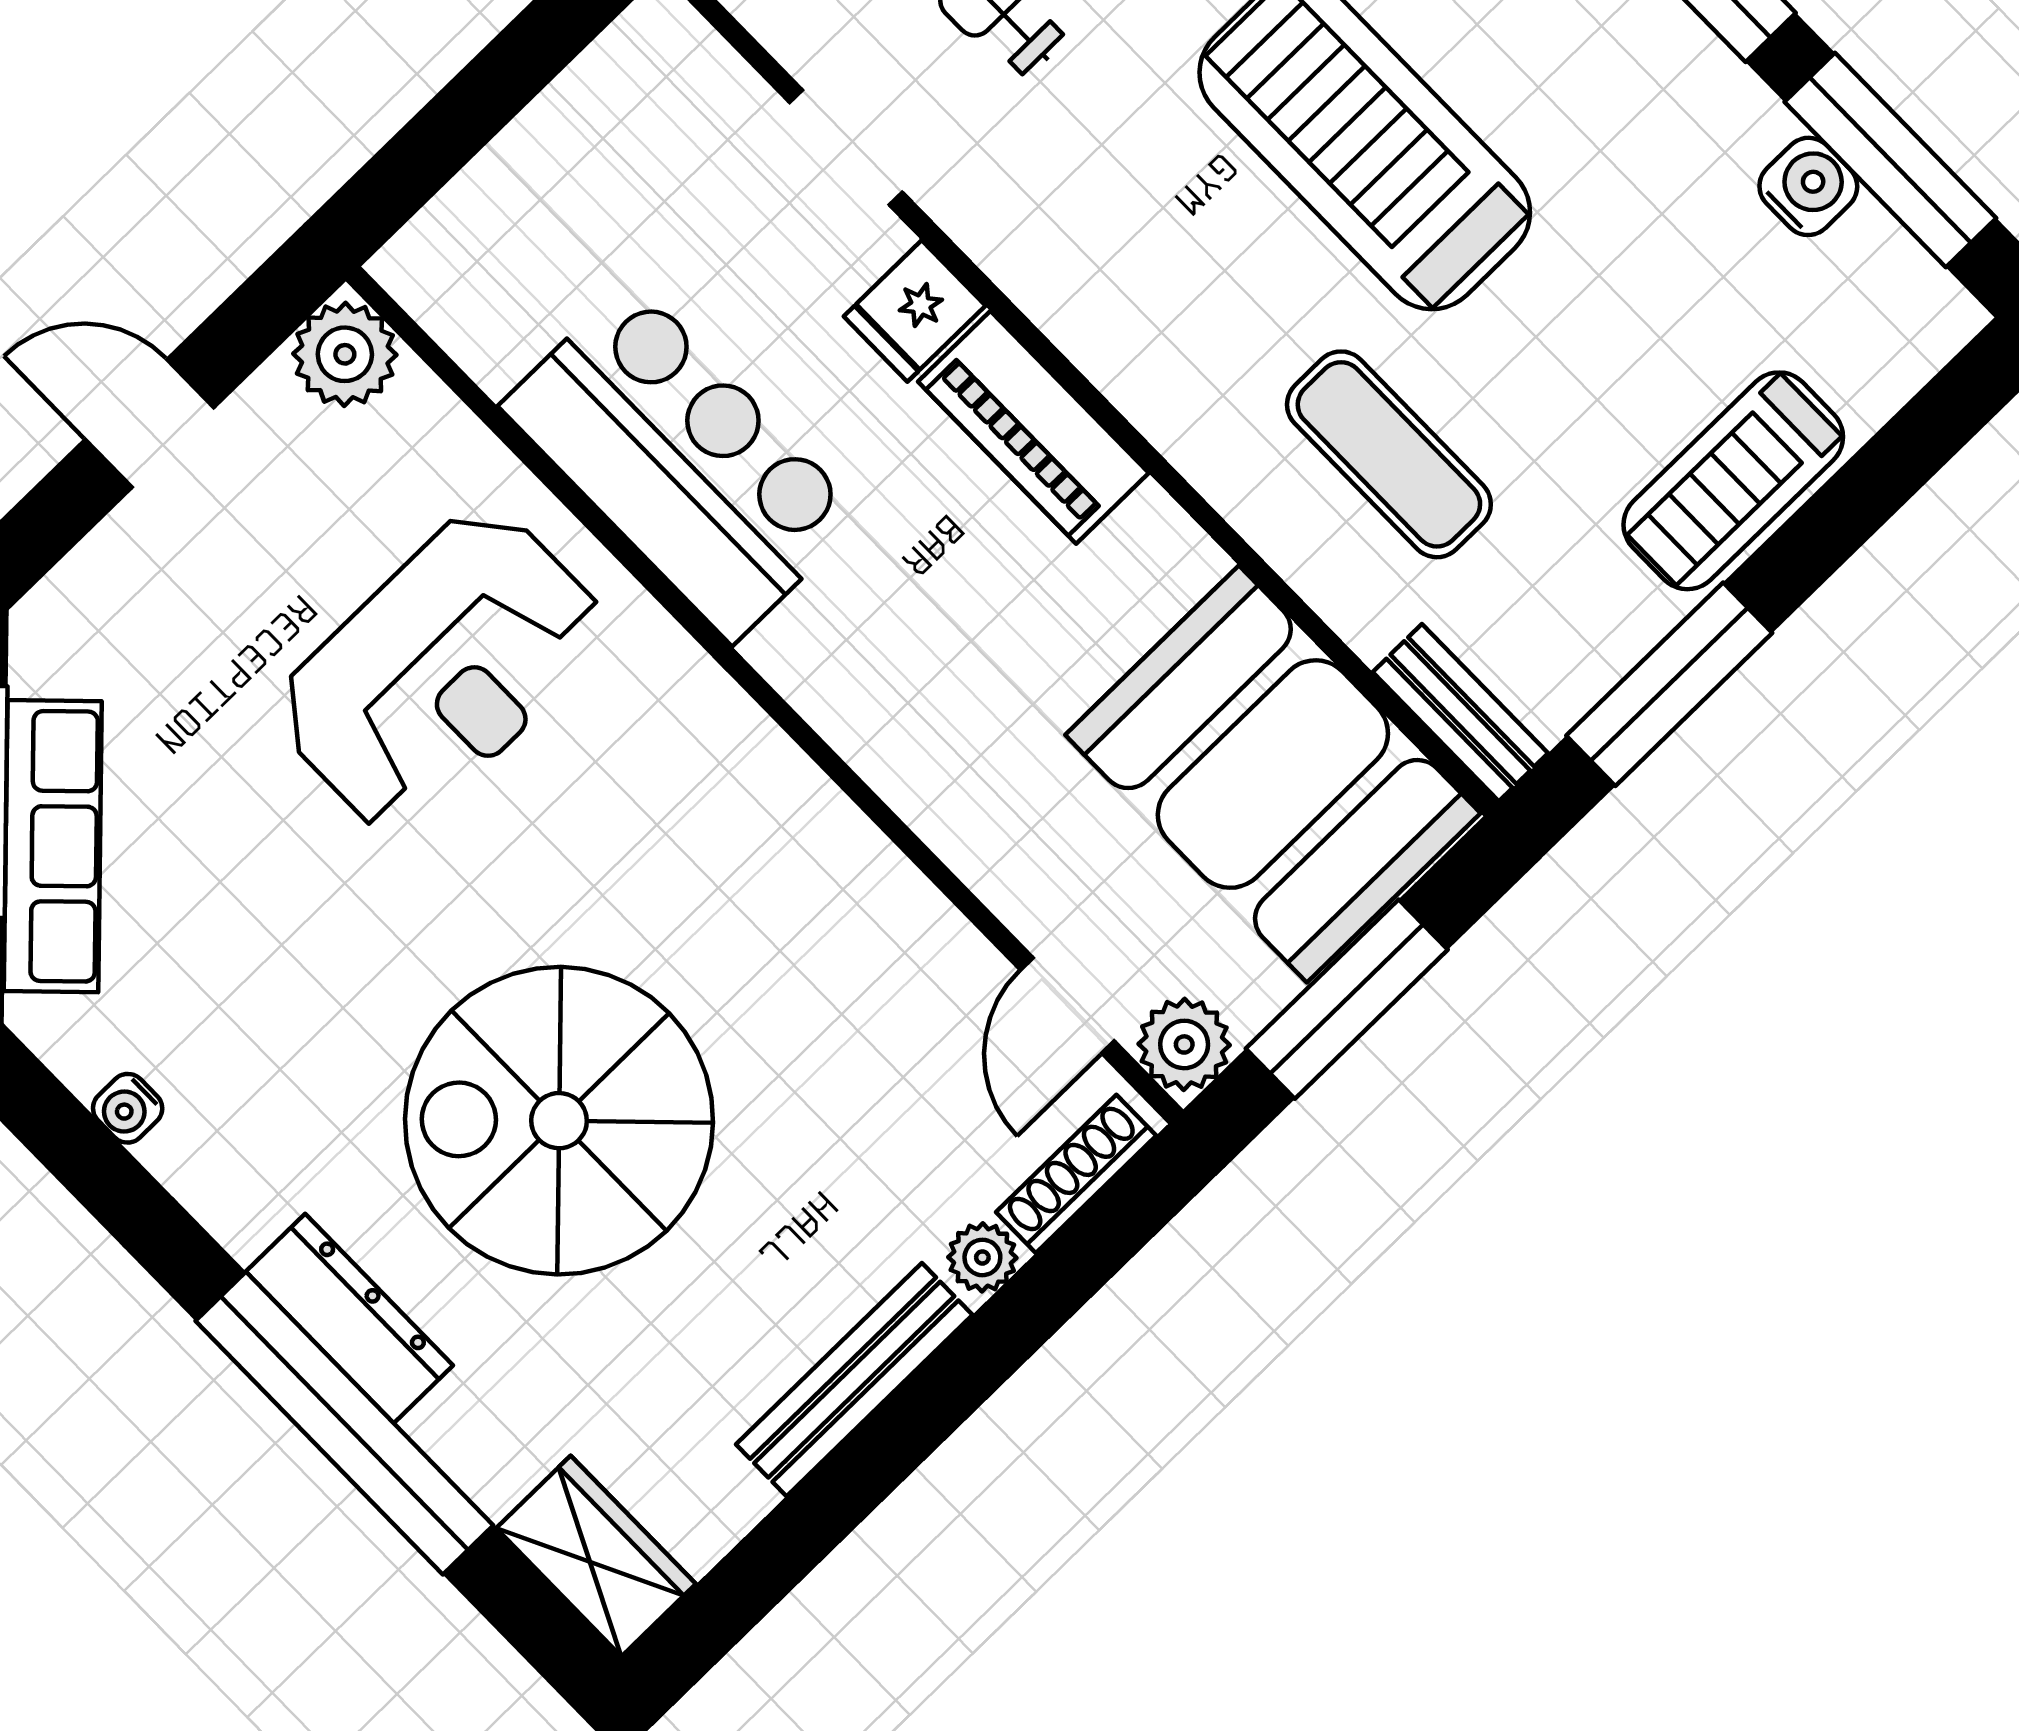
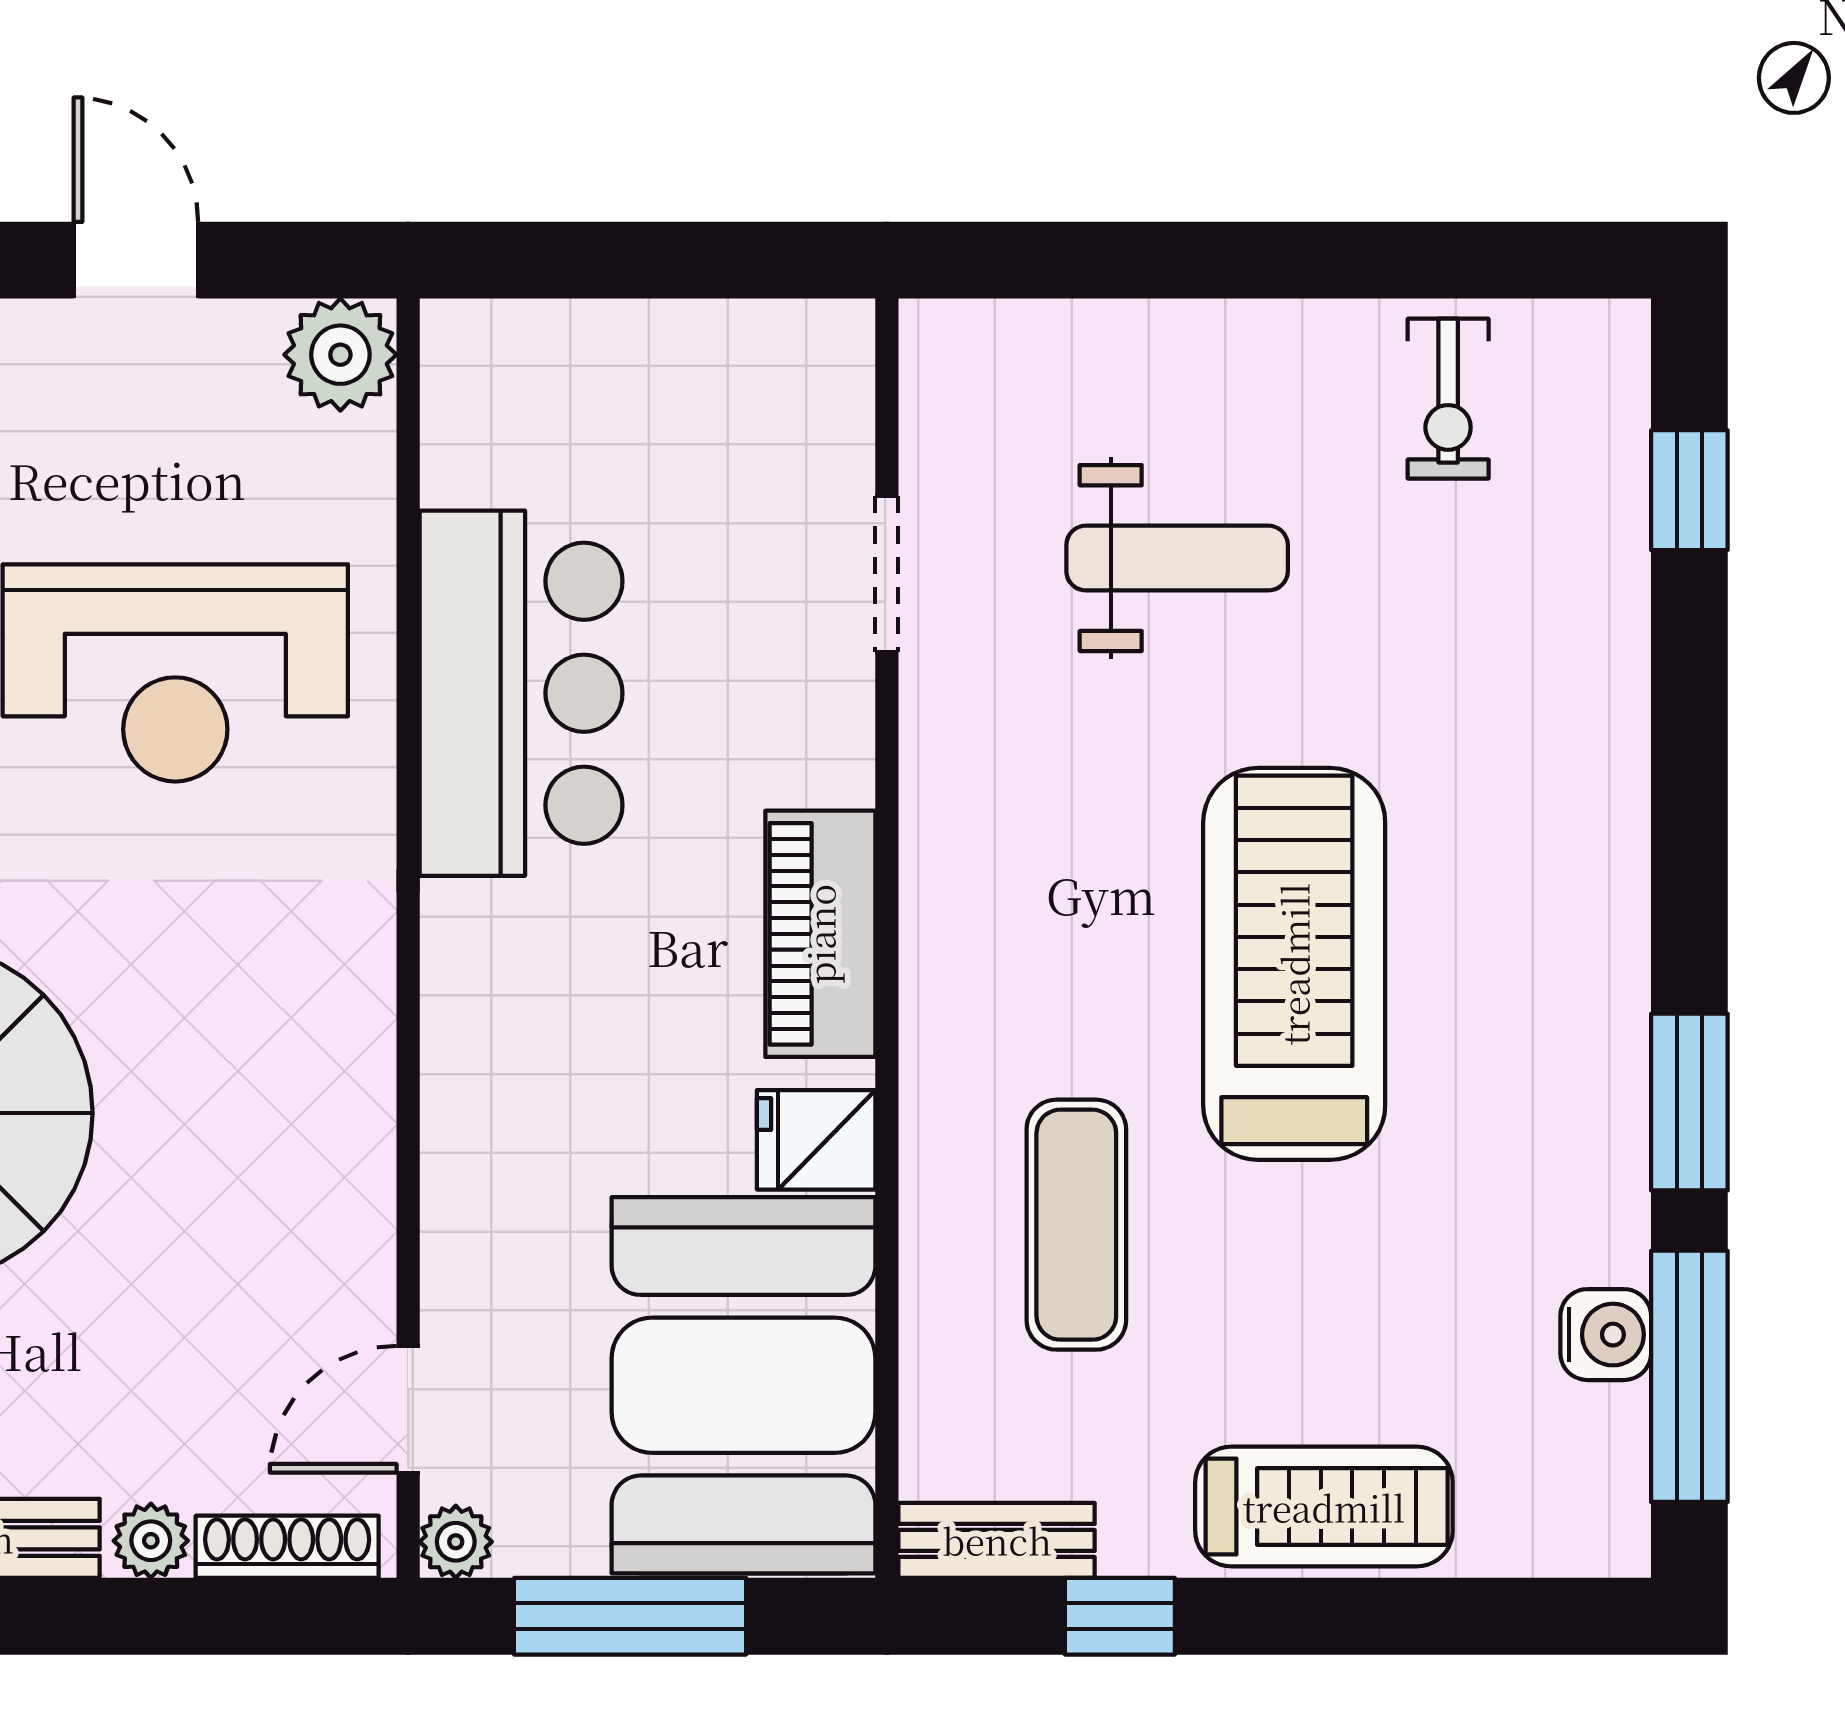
fridge: (915, 311) -> (816, 1140), moved
treadmill: (1733, 481) -> (1324, 1507), turned 180
window: (1669, 684) -> (1120, 1616), width x0.46
bench: (1460, 713) -> (997, 1540), moved, turned 90
plant: (1184, 1044) -> (456, 1542), width x0.73, depth x0.73

